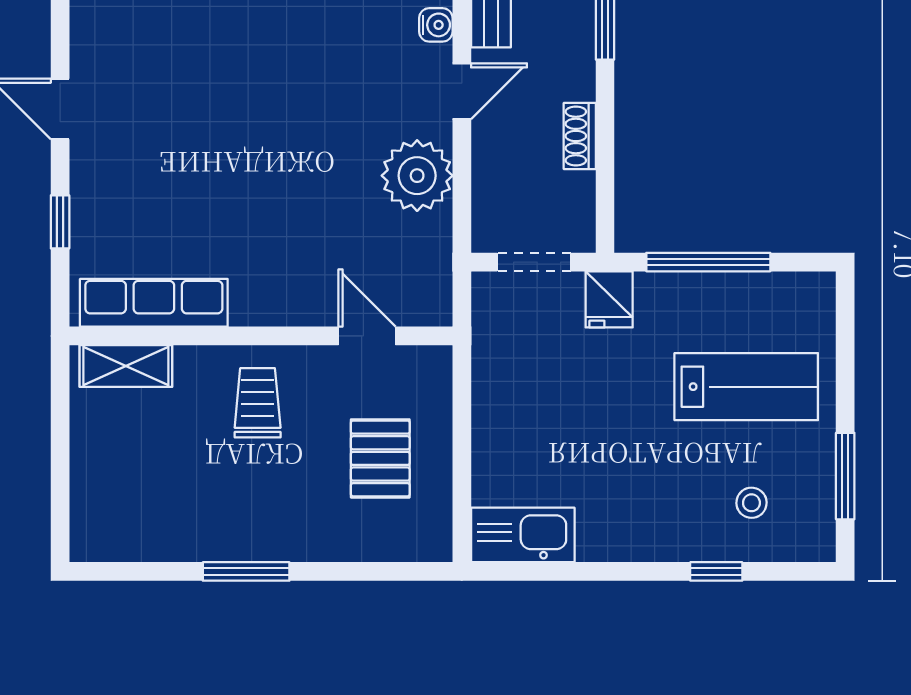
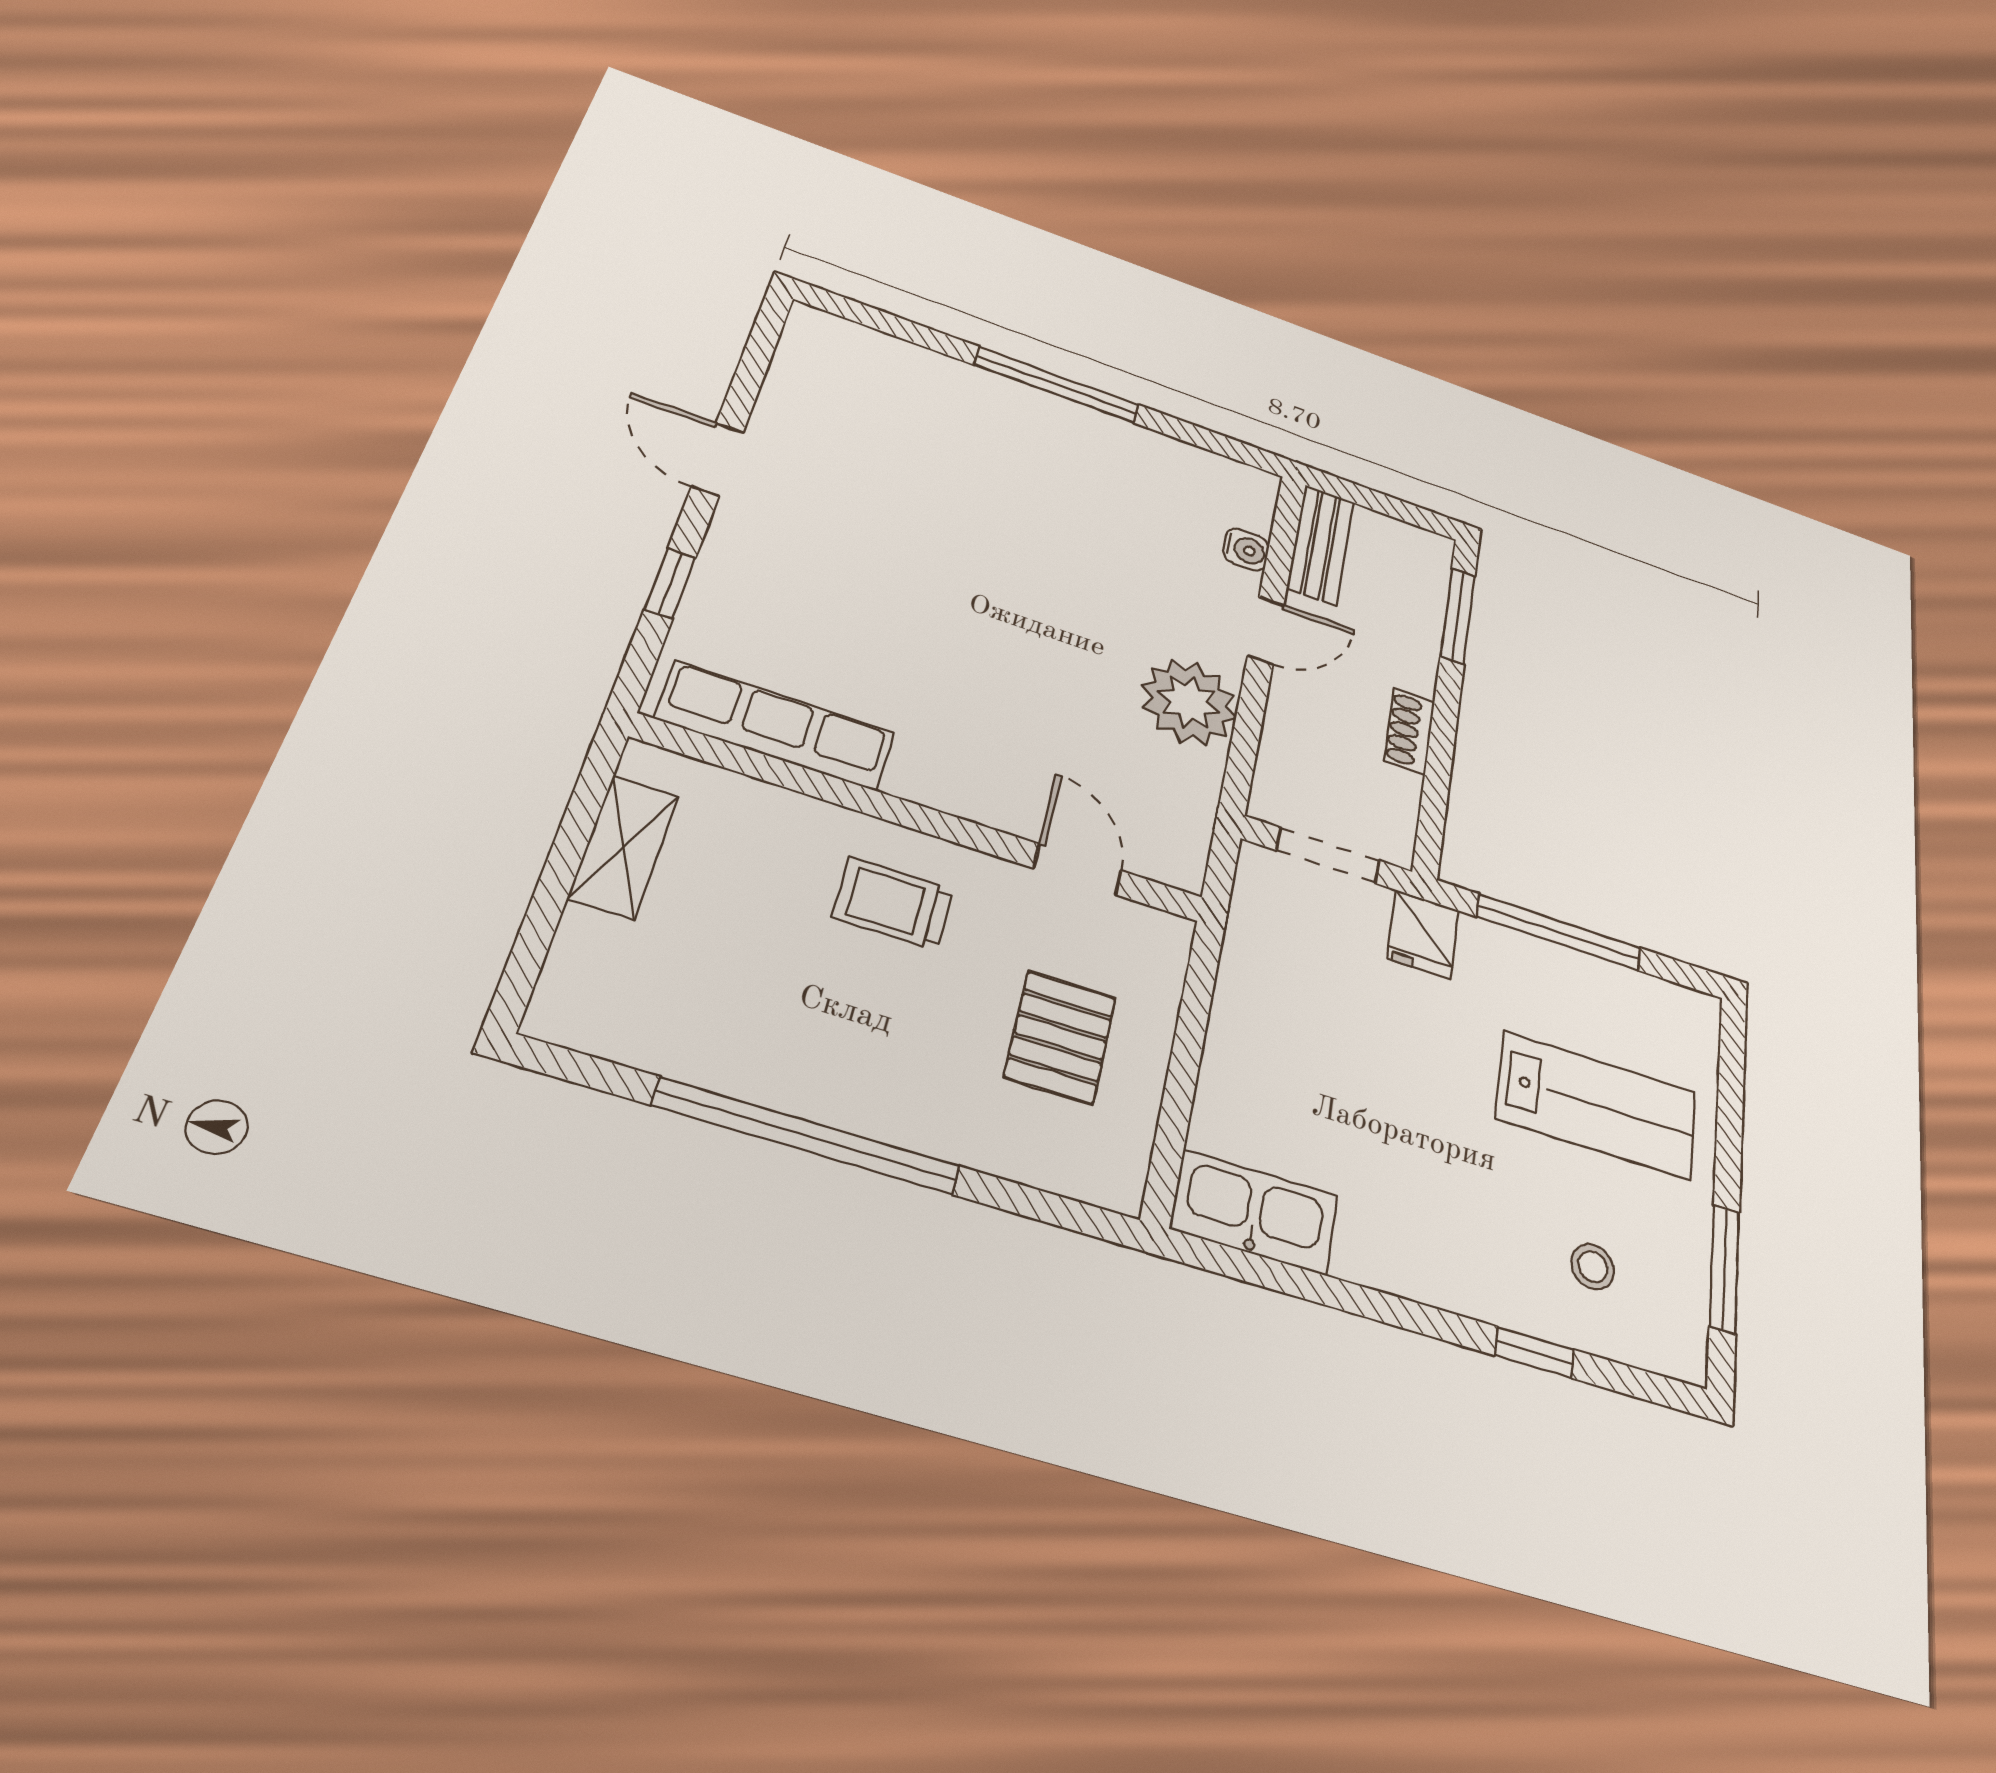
shelving: (126, 366) -> (623, 847), moved, turned 90
trolley: (258, 403) -> (893, 903), turned -90
window: (246, 571) -> (807, 1136), width x2.11

